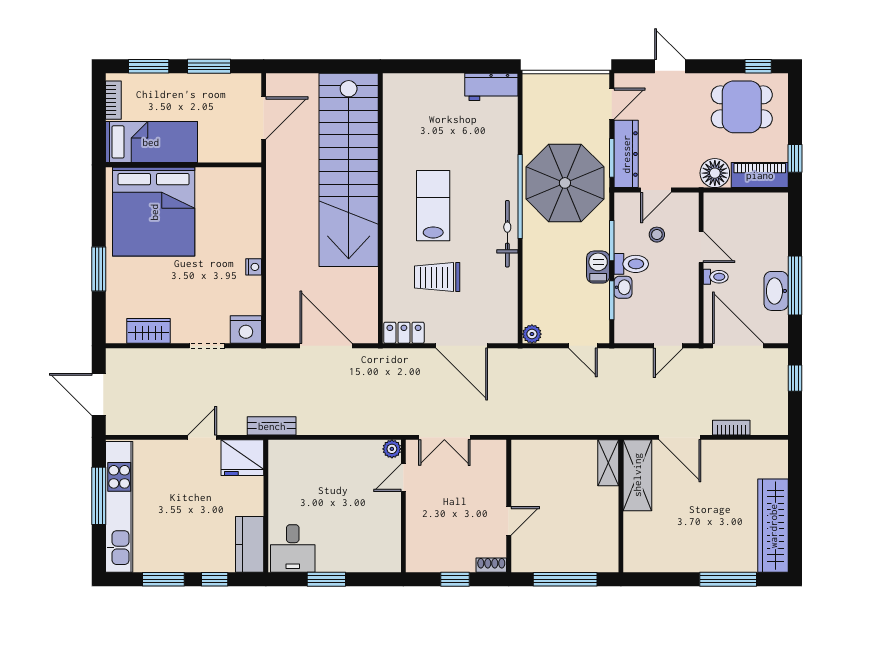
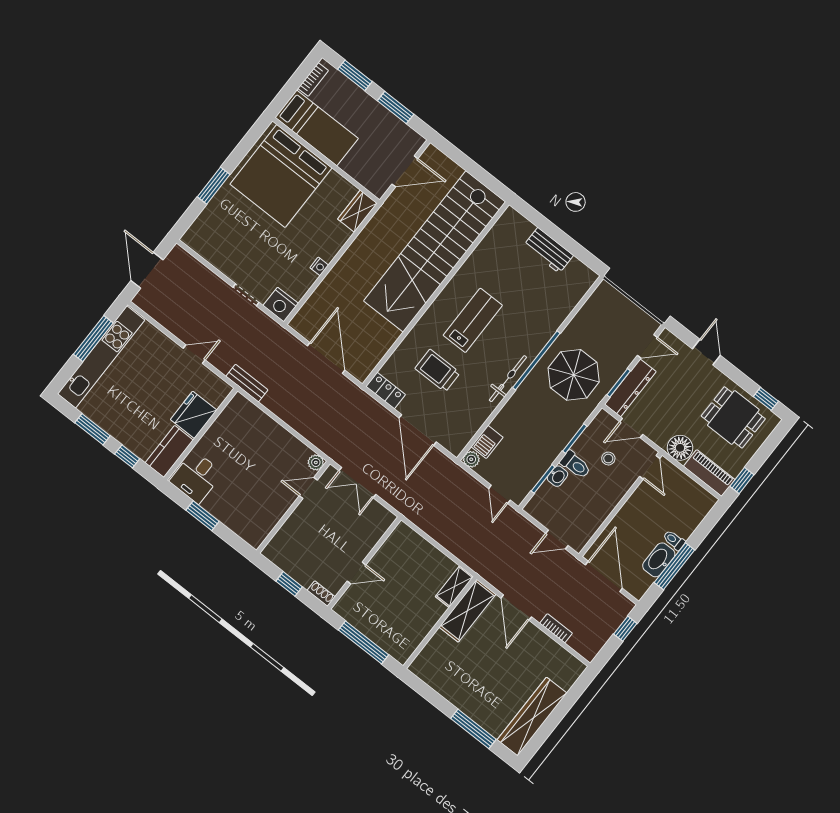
workbench: (491, 87) -> (548, 250), moved
parasol: (565, 183) -> (574, 375), width x0.73, depth x0.73
door: (701, 247) -> (650, 467), moved
barbecue: (598, 267) -> (487, 442), moved, turned 180
toilet: (716, 277) -> (674, 540), moved, turned 180
wardrobe: (149, 331) -> (357, 211), moved, turned -90
fridge: (242, 458) -> (194, 415), moved, turned 90

